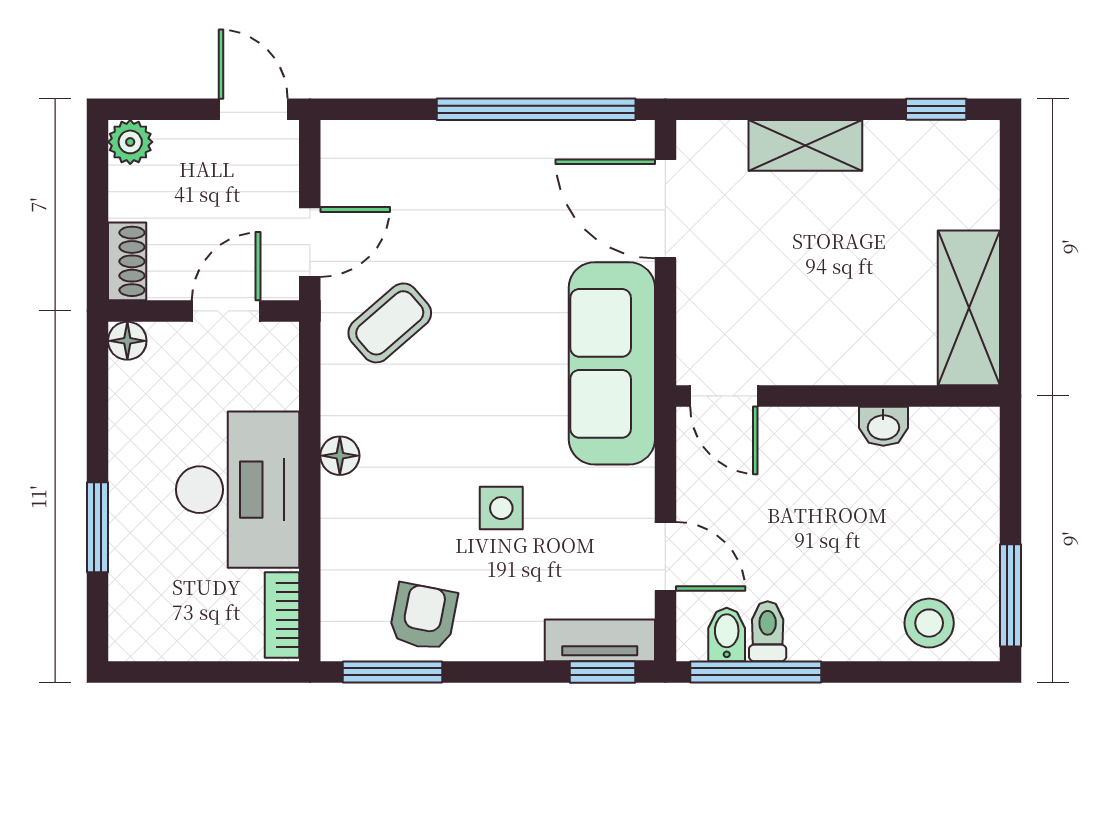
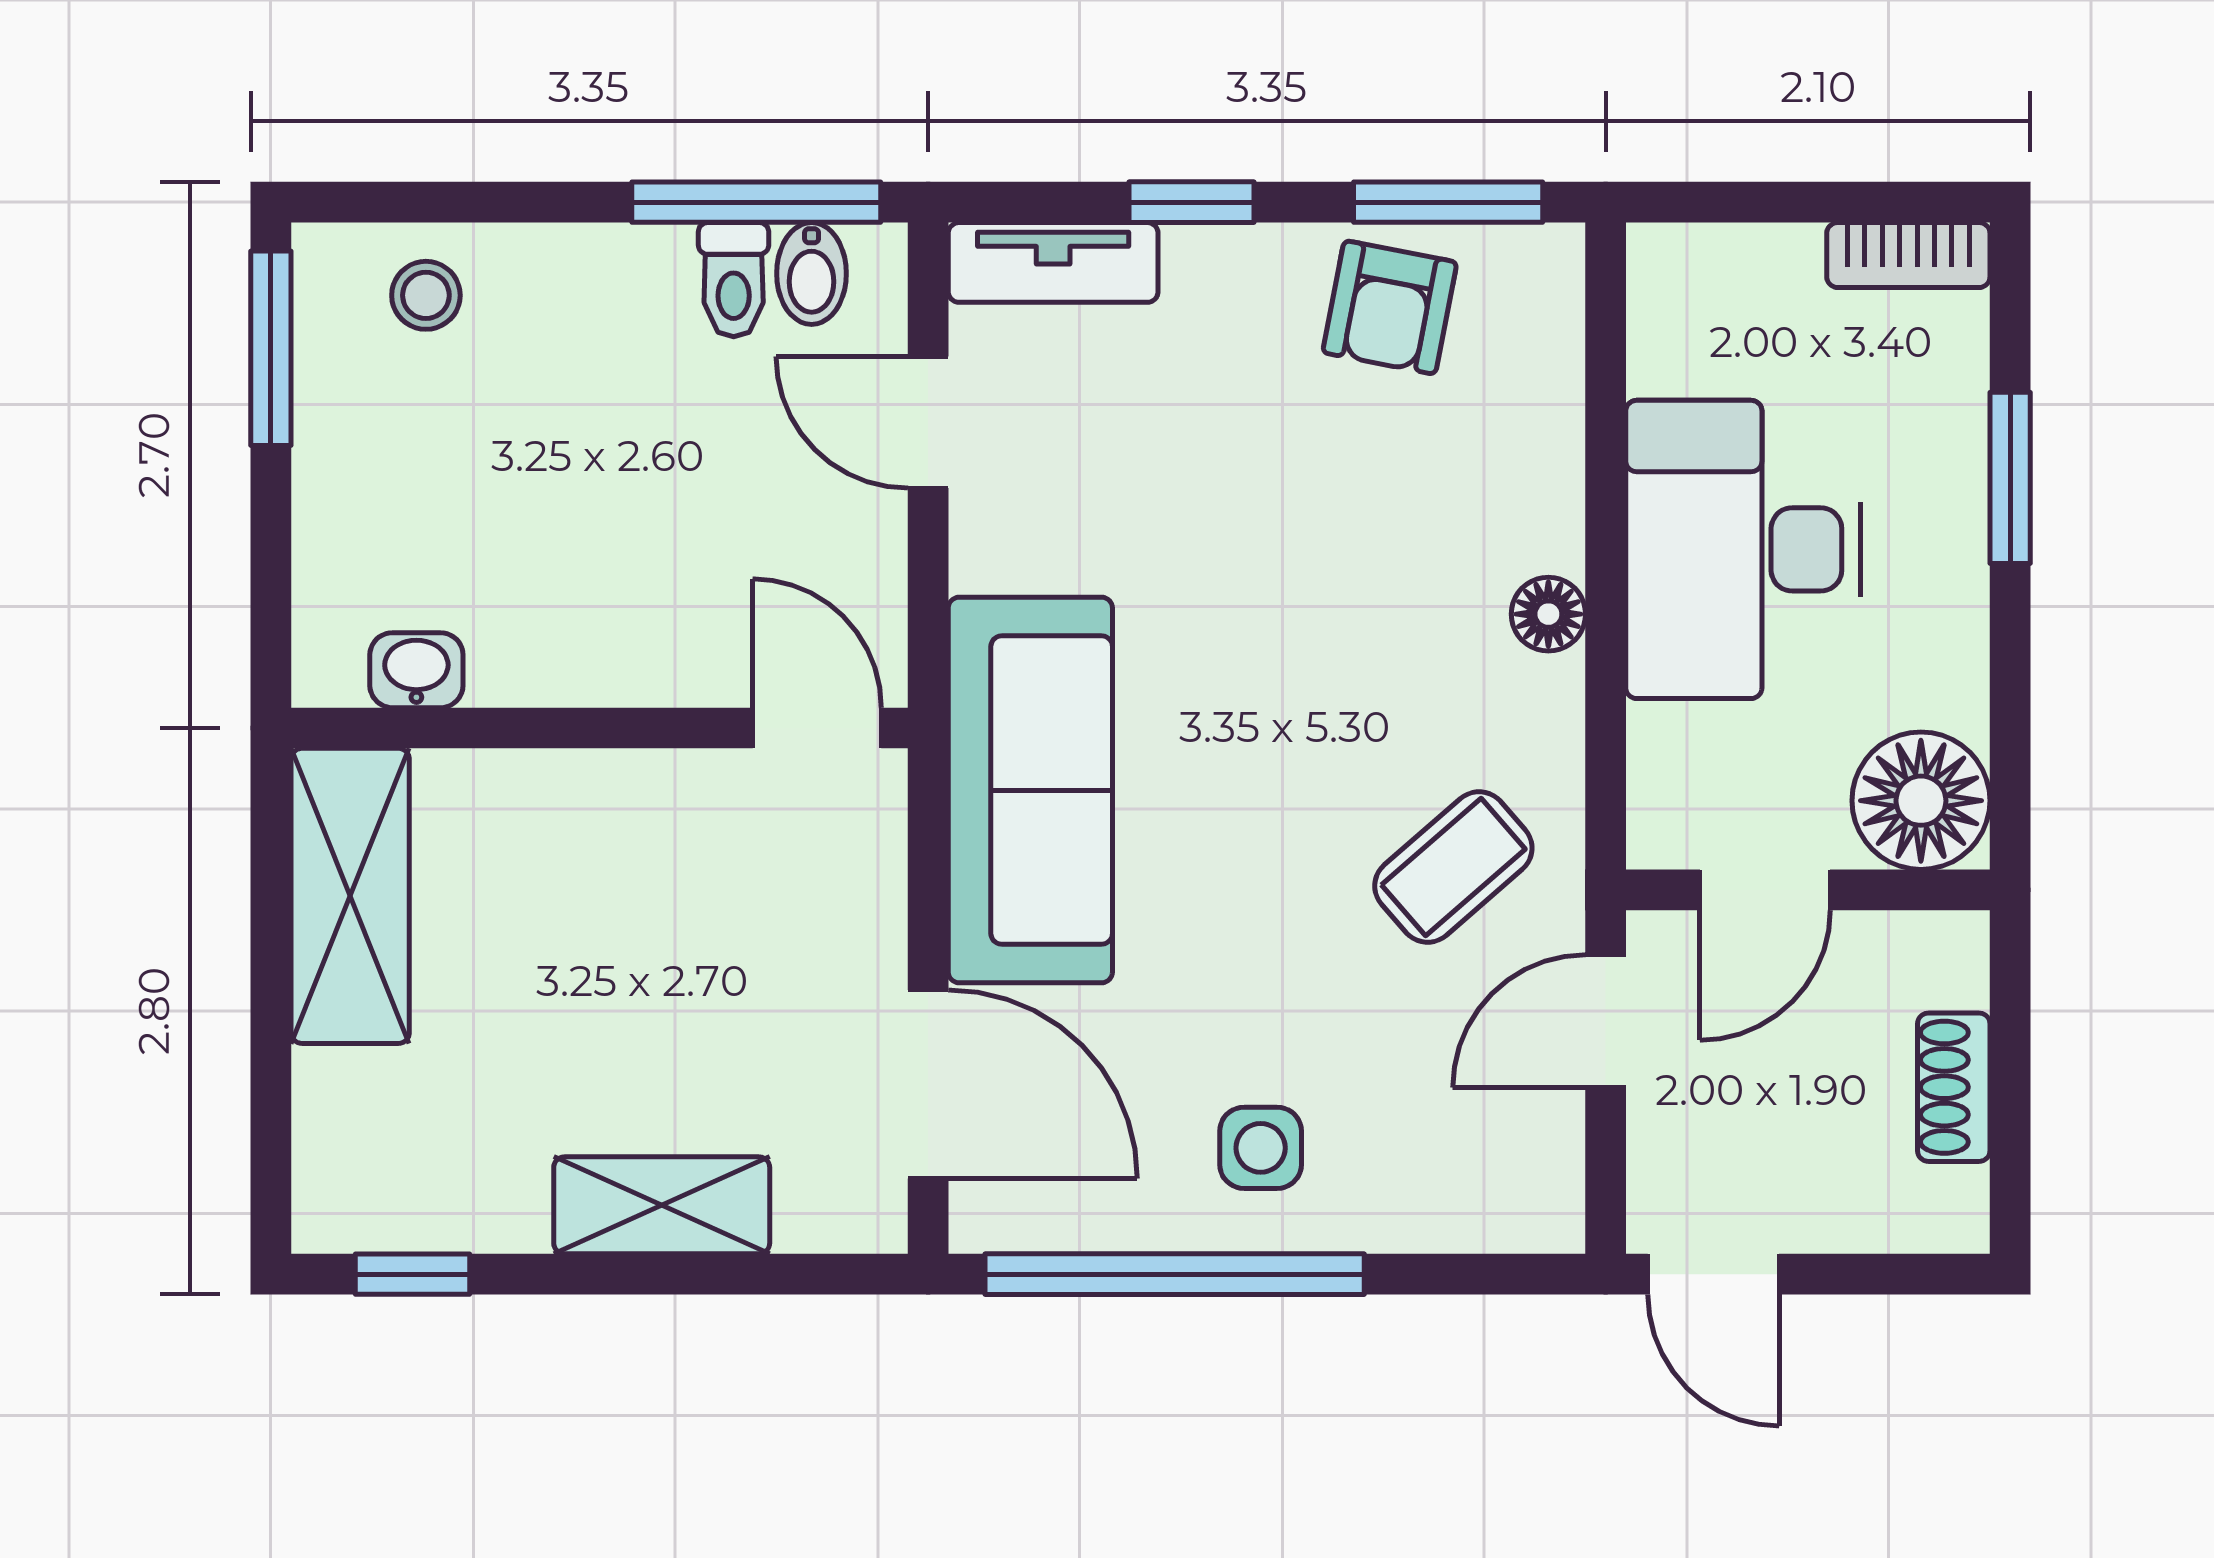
plant: (130, 142) -> (1948, 1212), removed
shoe rack: (127, 261) -> (1954, 1087), moved
floor lamp: (127, 341) -> (1921, 801), width x1.89, depth x1.89
washbasin: (883, 426) -> (416, 670), moved
side table: (501, 508) -> (1261, 1148), moved
bookcase: (282, 615) -> (1908, 255), moved, turned 90
stool: (929, 623) -> (426, 295), width x0.73, depth x0.73
window: (603, 672) -> (1192, 202), moved

